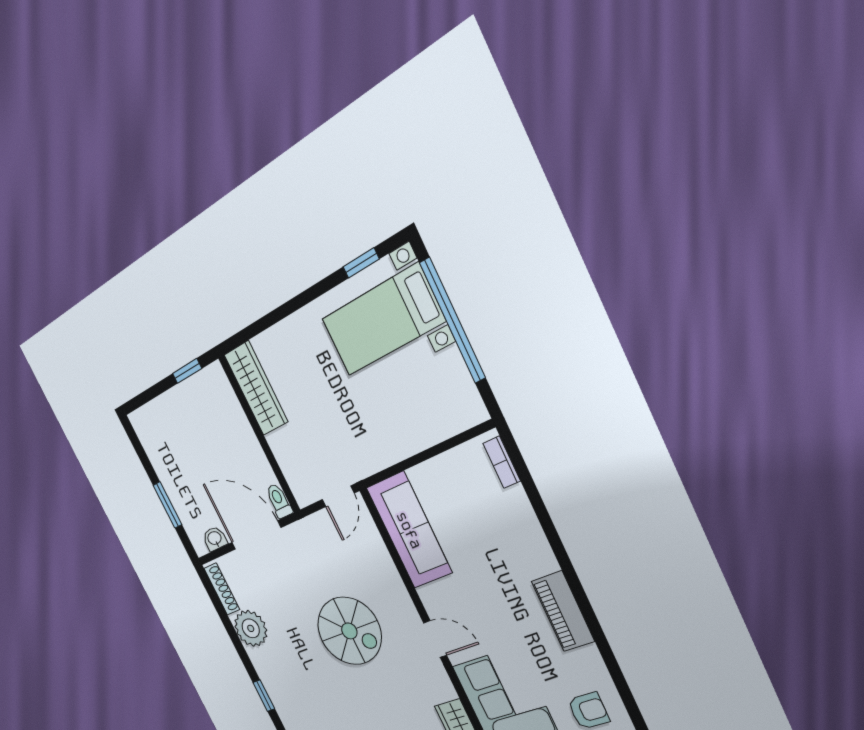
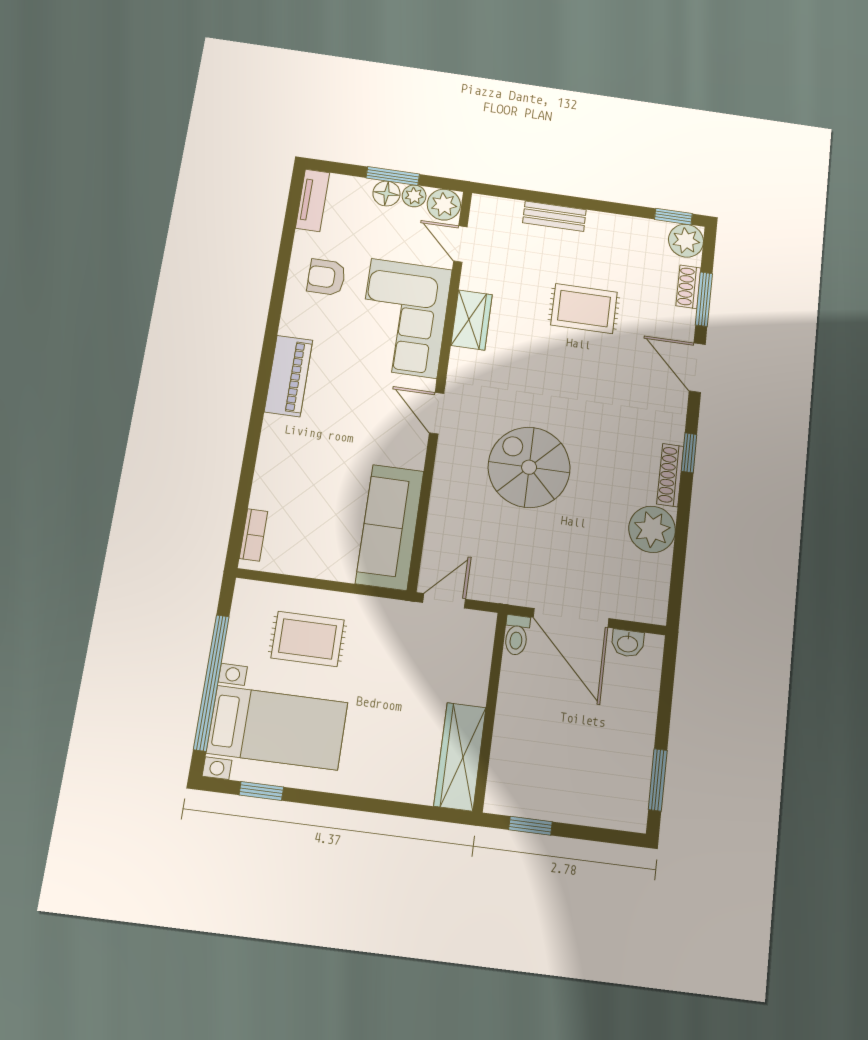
rug: (408, 405) -> (308, 639), added
window: (167, 505) -> (658, 780), moved
shoe rack: (222, 589) -> (670, 475), moved

